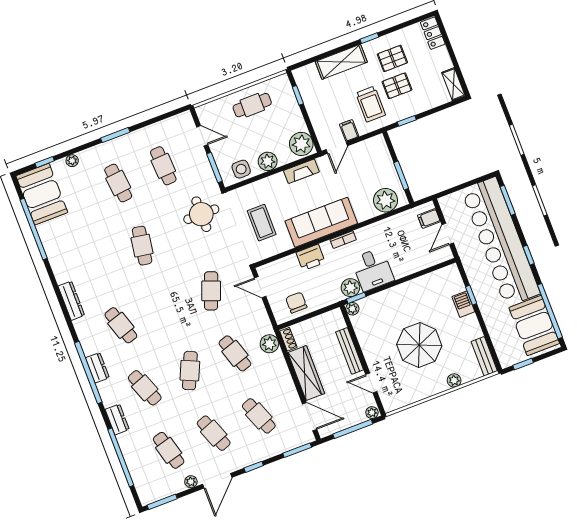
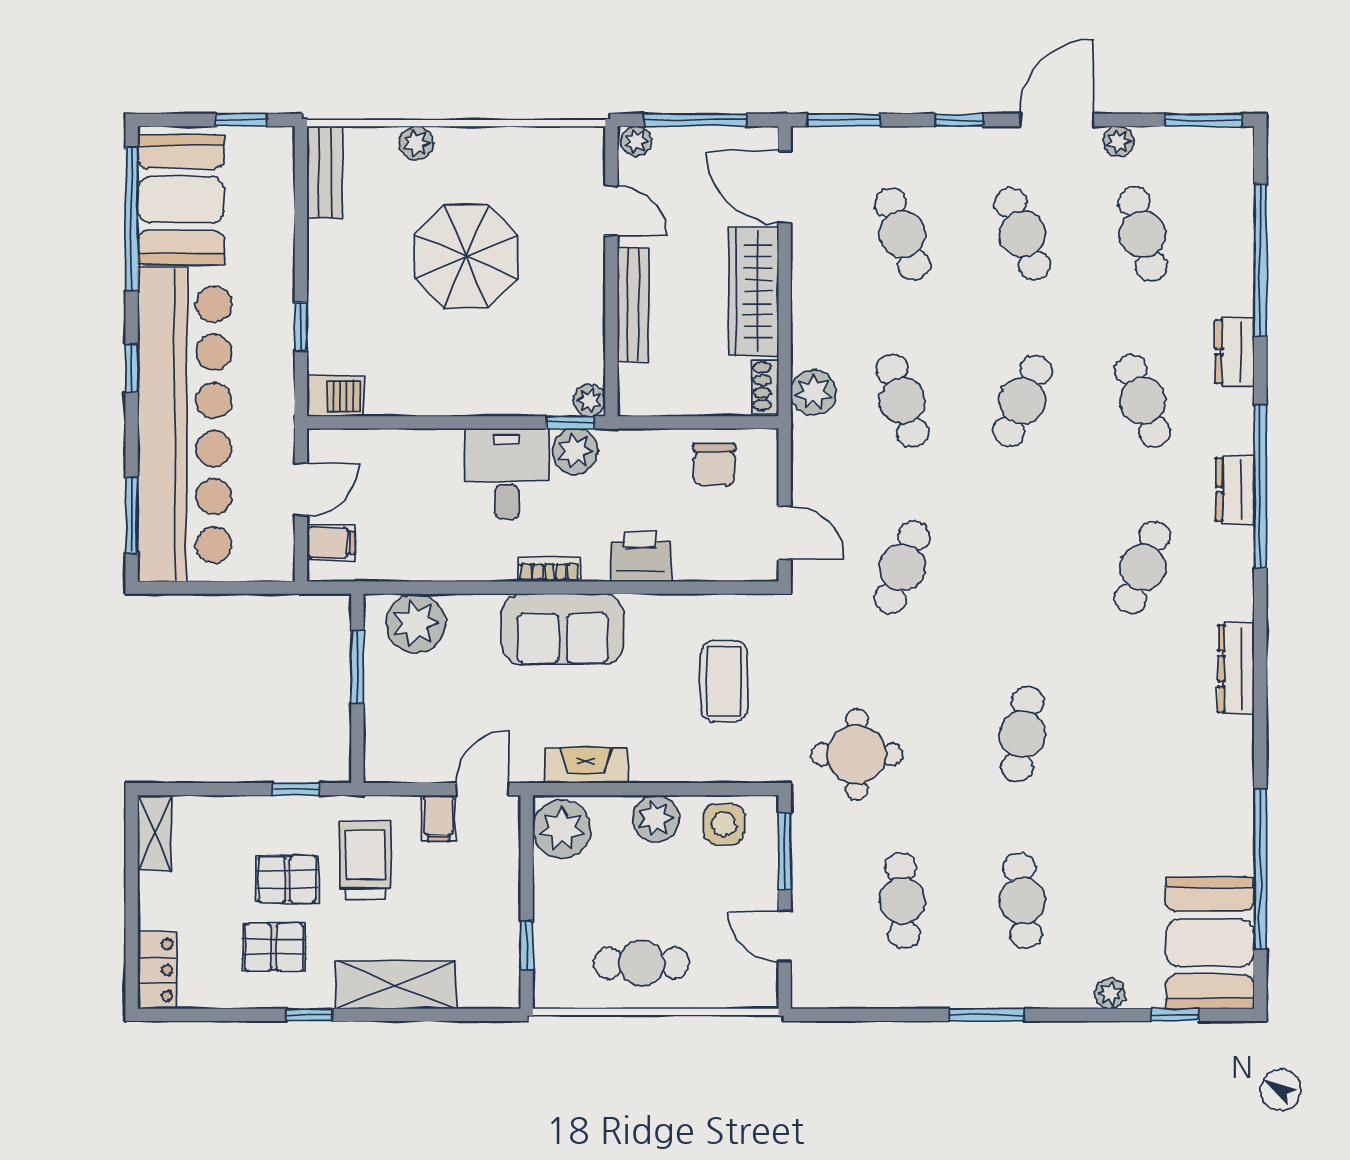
sofa: (321, 222) -> (563, 629), width x0.73
barbecue: (463, 304) -> (335, 396), moved, turned -90
cafe table: (121, 325) -> (1143, 567), turned 39

